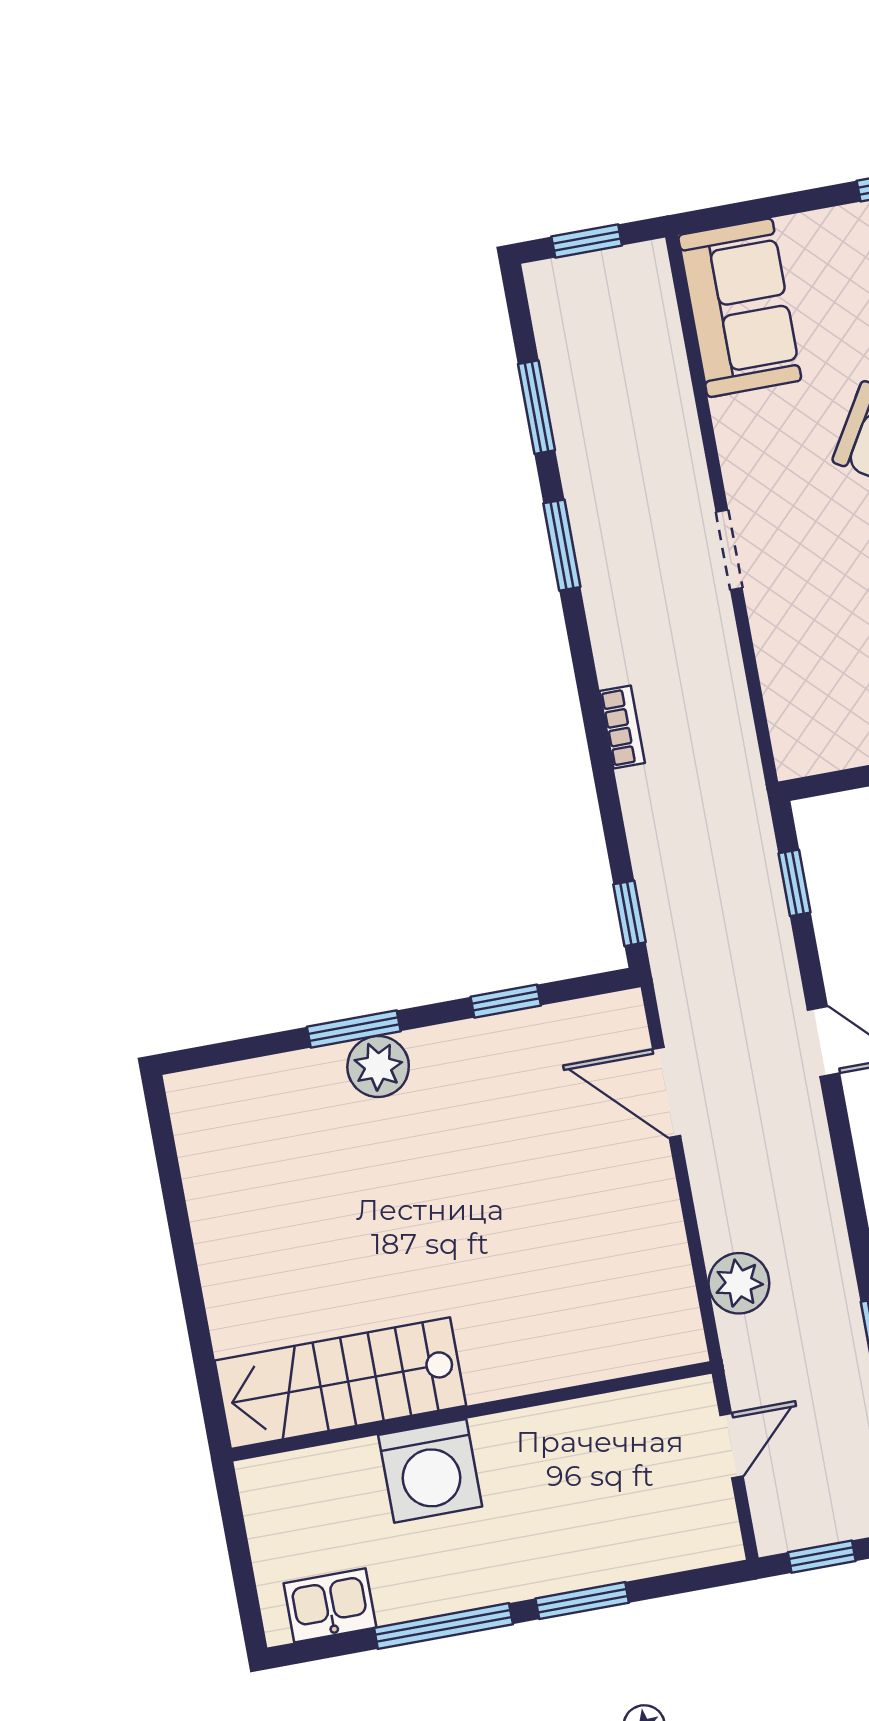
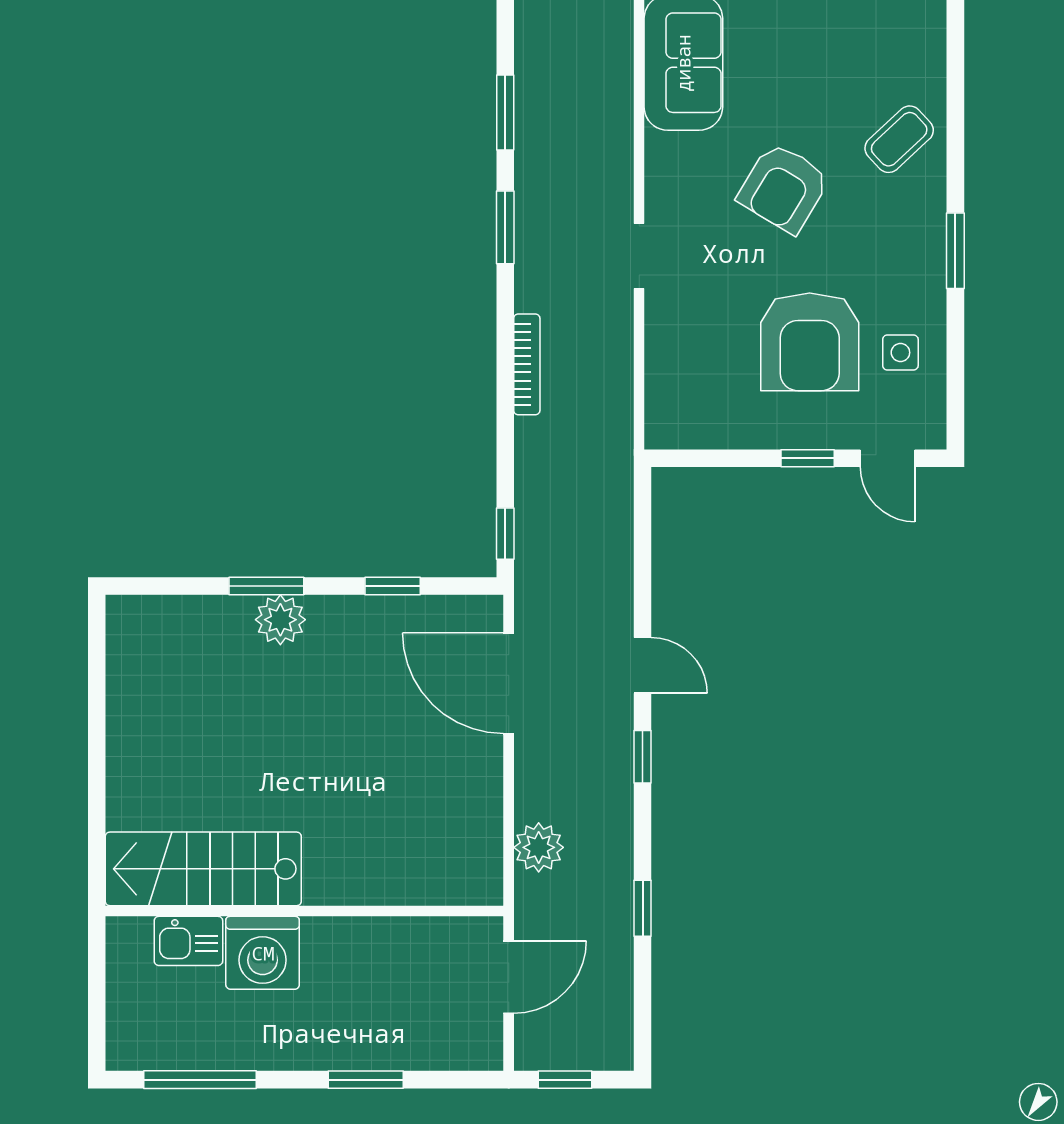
bookcase: (622, 727) -> (527, 364), width x1.56
window: (795, 883) -> (643, 757), moved
door: (667, 1092) -> (509, 683), width x1.36
door: (731, 1446) -> (509, 977), width x1.38
kitchen sink: (330, 1605) -> (188, 941), moved, turned 180
window: (443, 1626) -> (200, 1080), moved

